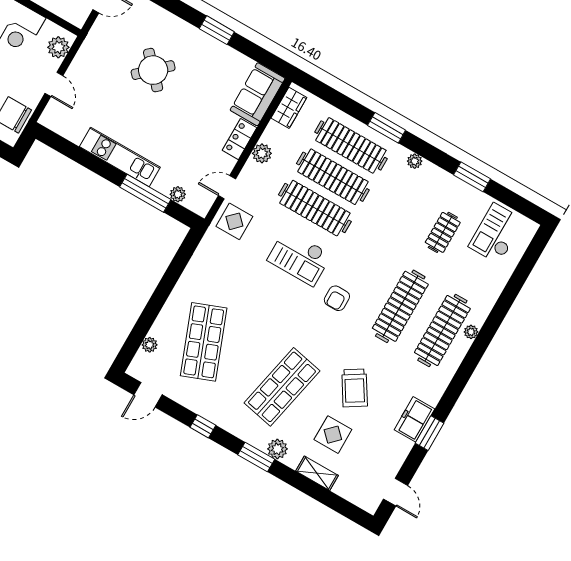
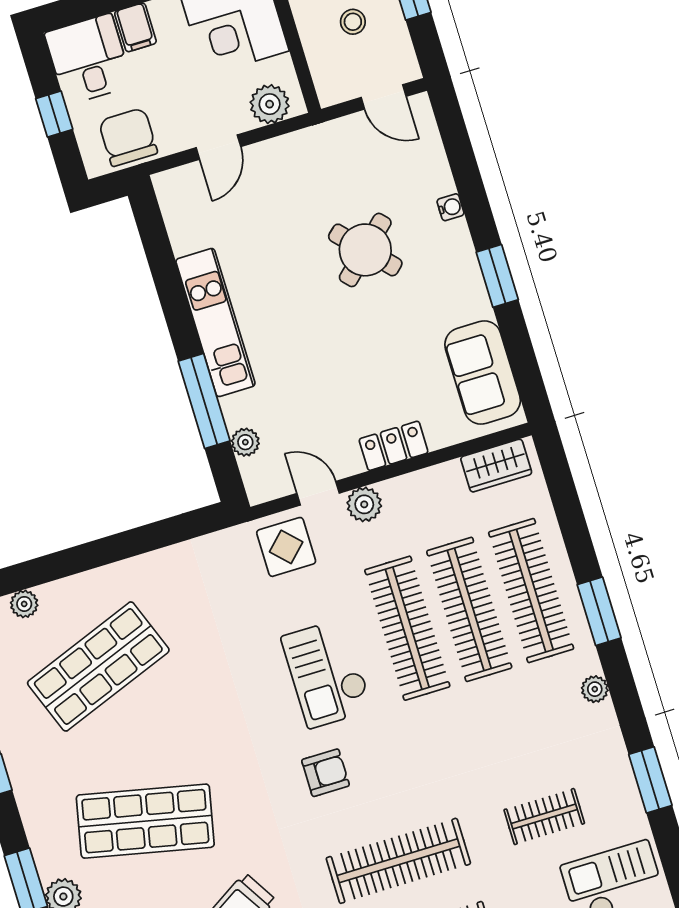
water cooler: (171, 20) -> (450, 207), added
sofa: (258, 94) -> (483, 372), moved, turned -90
plant: (262, 153) -> (364, 504), moved
armchair: (337, 298) -> (326, 773), turned 180

